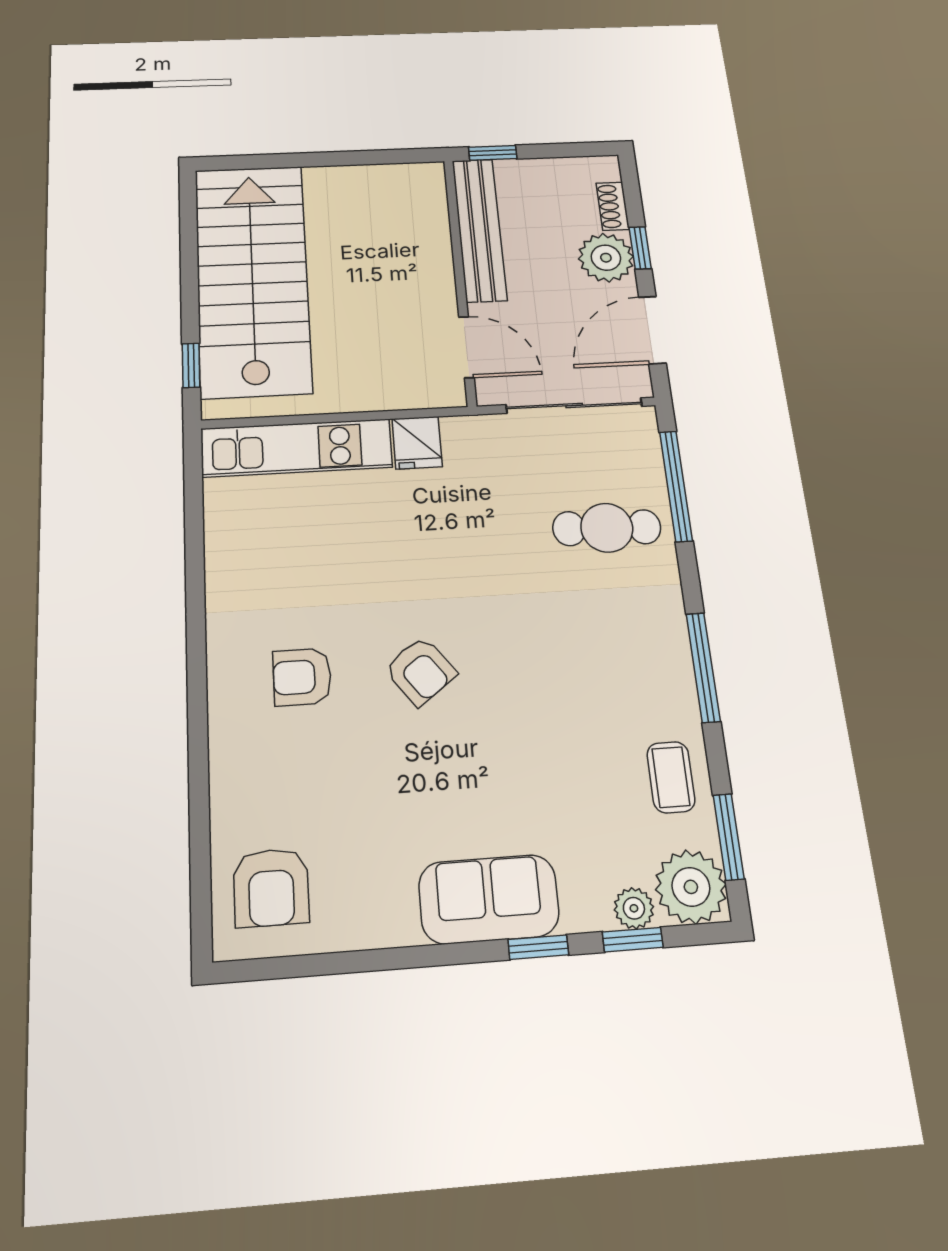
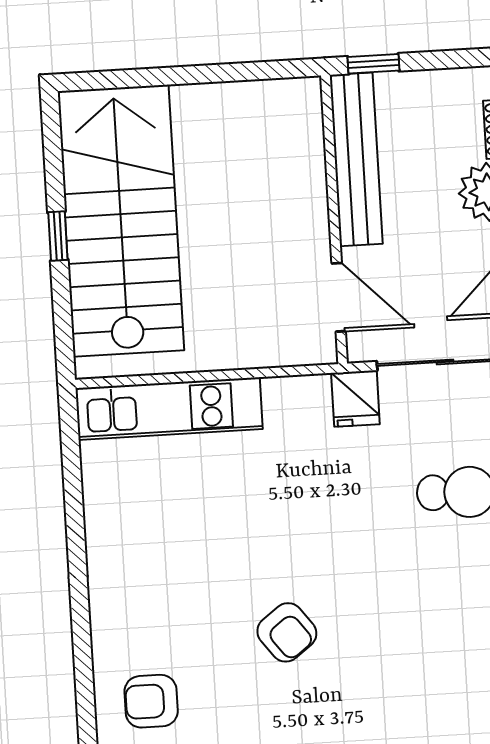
window: (191, 365) -> (58, 236), moved
fridge: (417, 443) -> (355, 399), moved
armchair: (302, 677) -> (151, 701), moved

